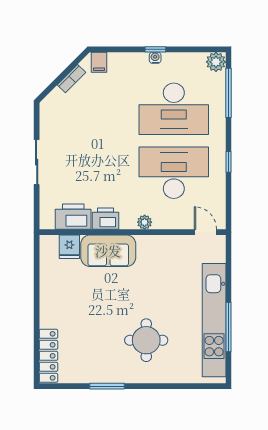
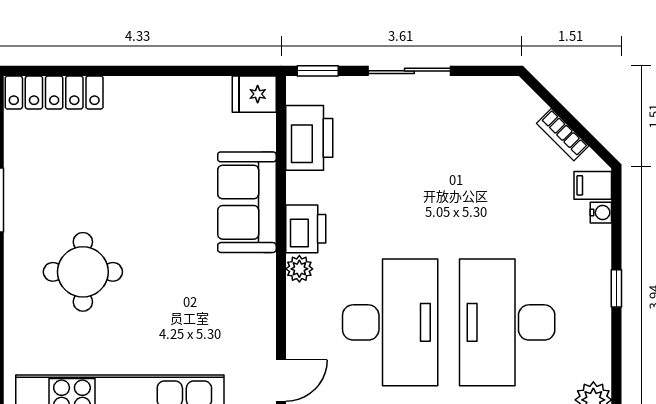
water cooler: (155, 58) -> (601, 213), moved
window: (37, 212) -> (318, 71), added
printer: (105, 219) -> (306, 229), moved
fridge: (69, 247) -> (254, 94), moved

